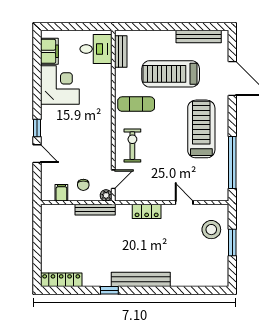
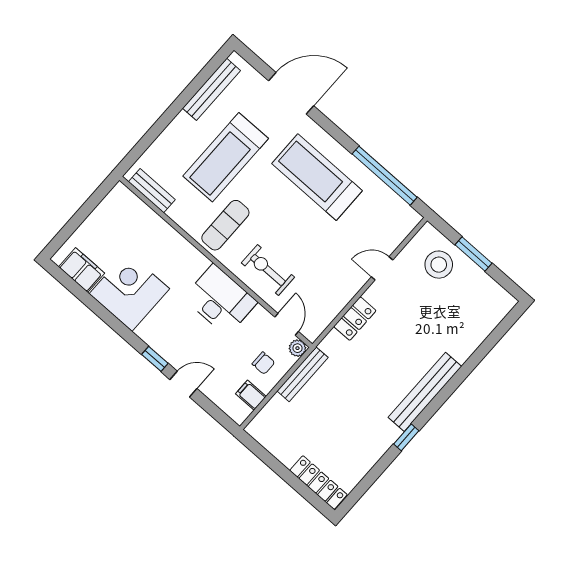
desk: (96, 49) -> (220, 300), moved, width x1.37
locker: (61, 280) -> (318, 483), moved, turned 90

